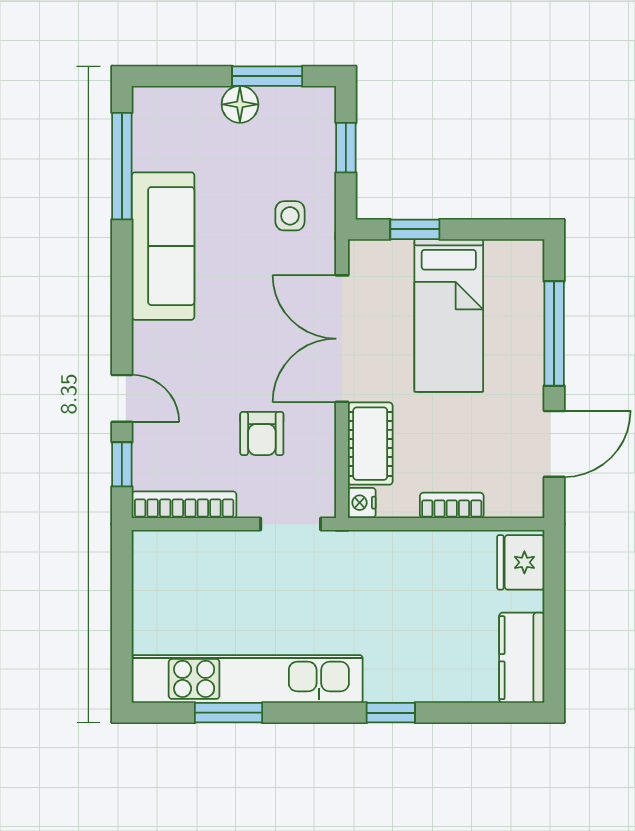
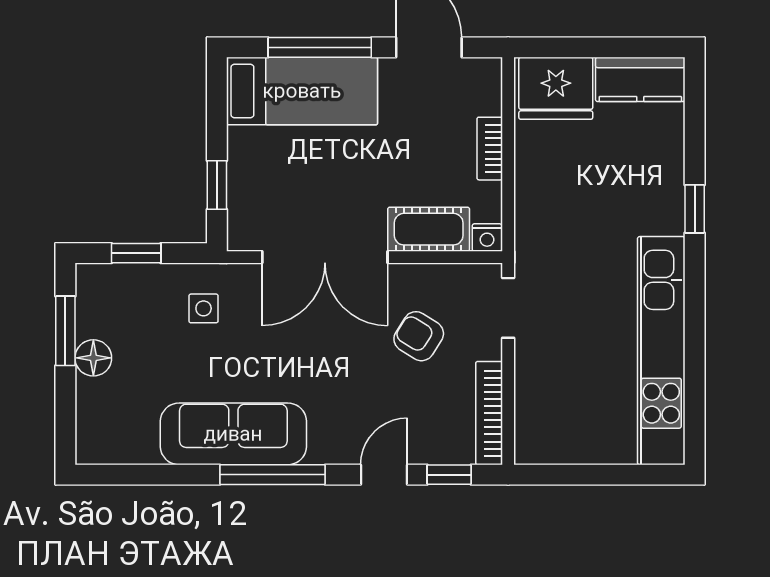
window: (122, 166) -> (272, 475), moved
bed: (449, 315) -> (302, 91), moved
armchair: (262, 434) -> (419, 336), turned -148
fridge: (521, 562) -> (556, 88), width x1.36, depth x1.34
window: (229, 713) -> (695, 369), removed

